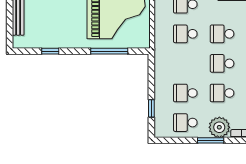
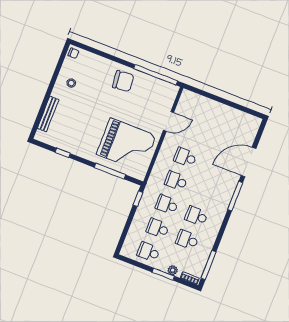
school desk: (222, 34) -> (167, 205), moved
window: (151, 108) -> (138, 199), moved
plant: (219, 127) -> (173, 270), width x0.53, depth x0.53

